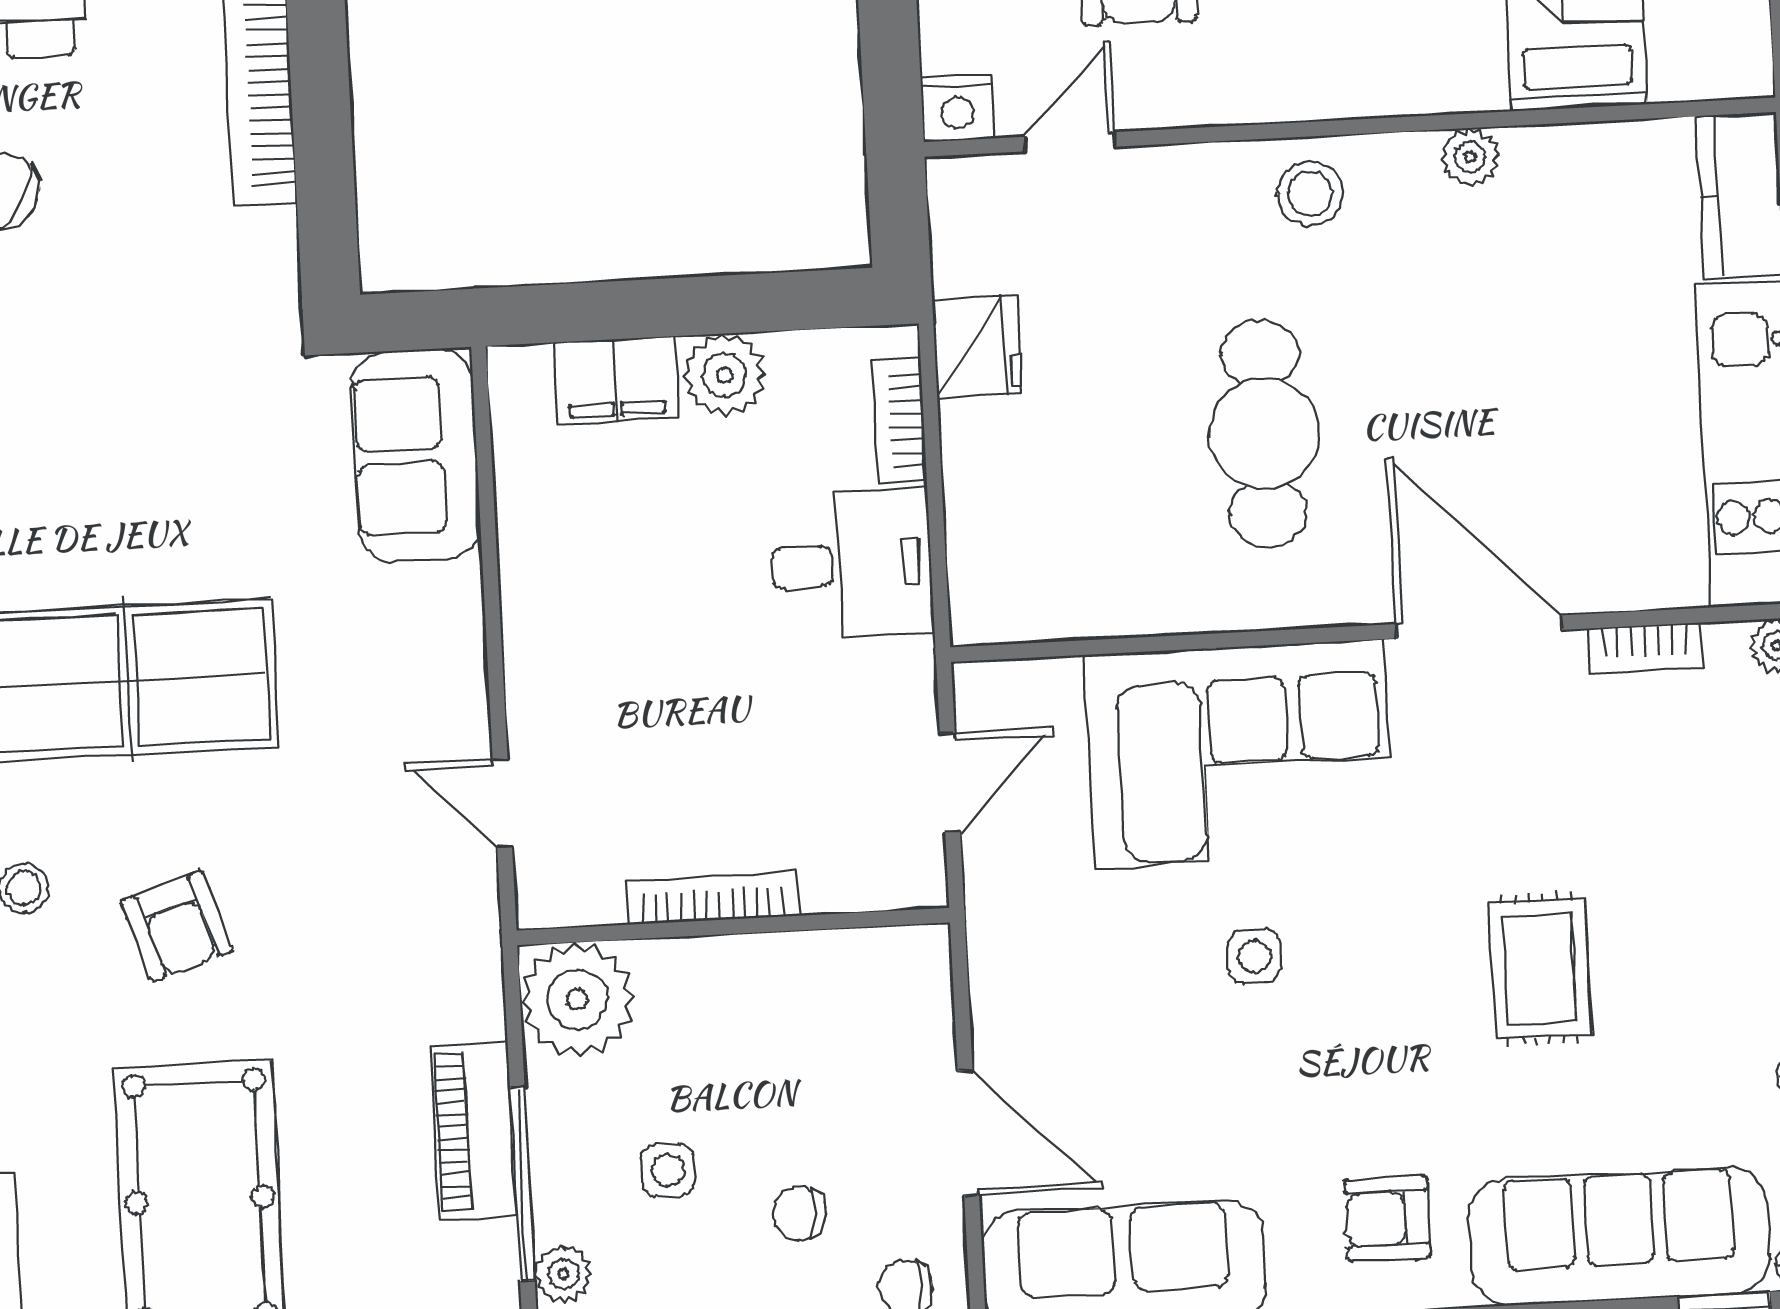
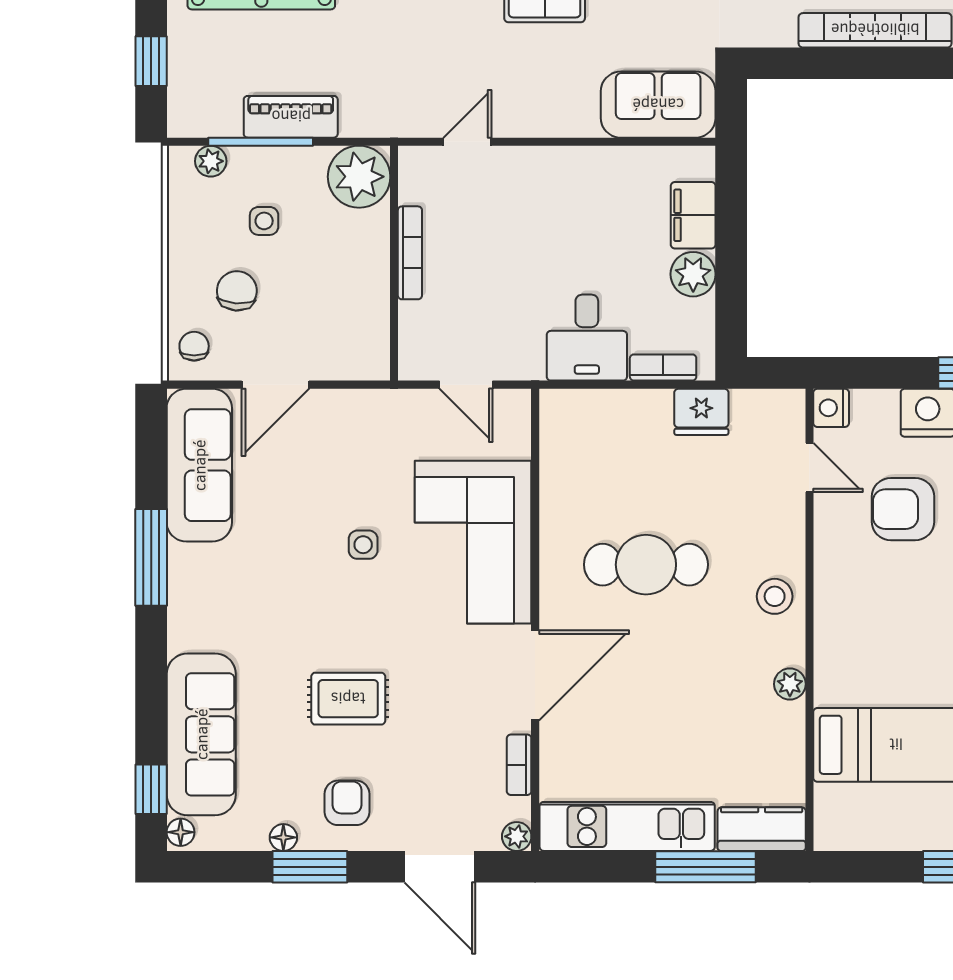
chair: (799, 1213) -> (237, 291), width x1.37, depth x1.37
armchair: (1387, 1219) -> (347, 803), moved

